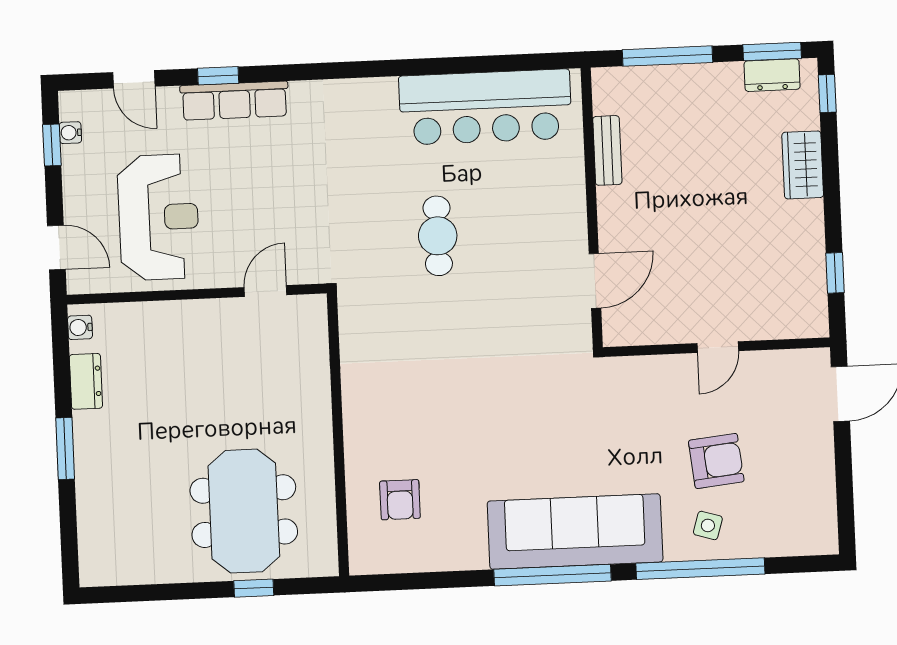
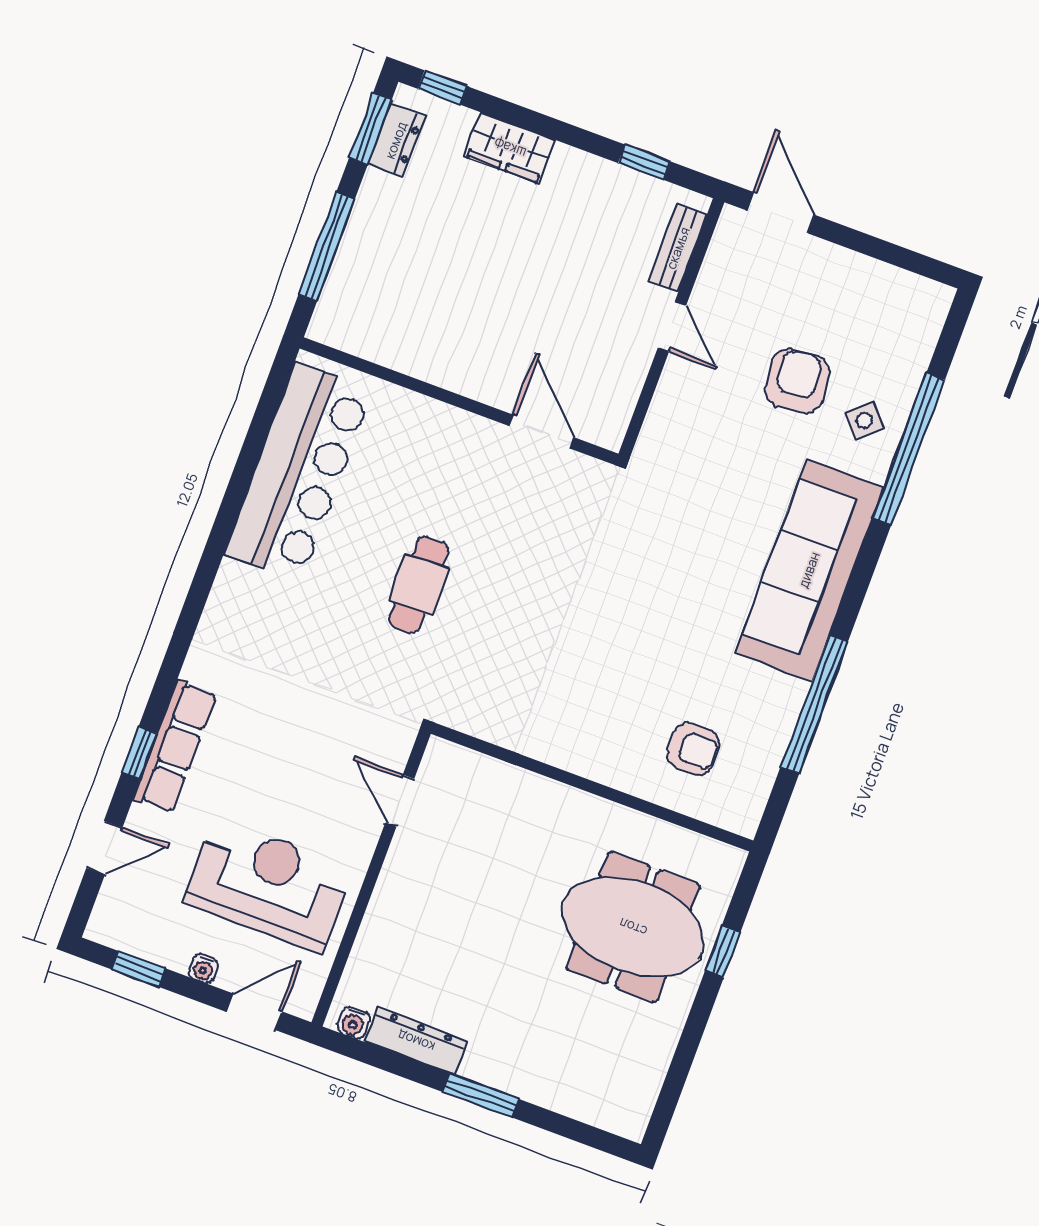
water cooler: (70, 133) -> (204, 969), moved
bench: (607, 150) -> (678, 248), moved, turned 90
cafe table: (438, 236) -> (419, 585), turned 90
dresser: (86, 381) -> (416, 1041), width x1.44
side table: (708, 525) -> (865, 420), turned 32
window: (553, 575) -> (814, 704), moved

